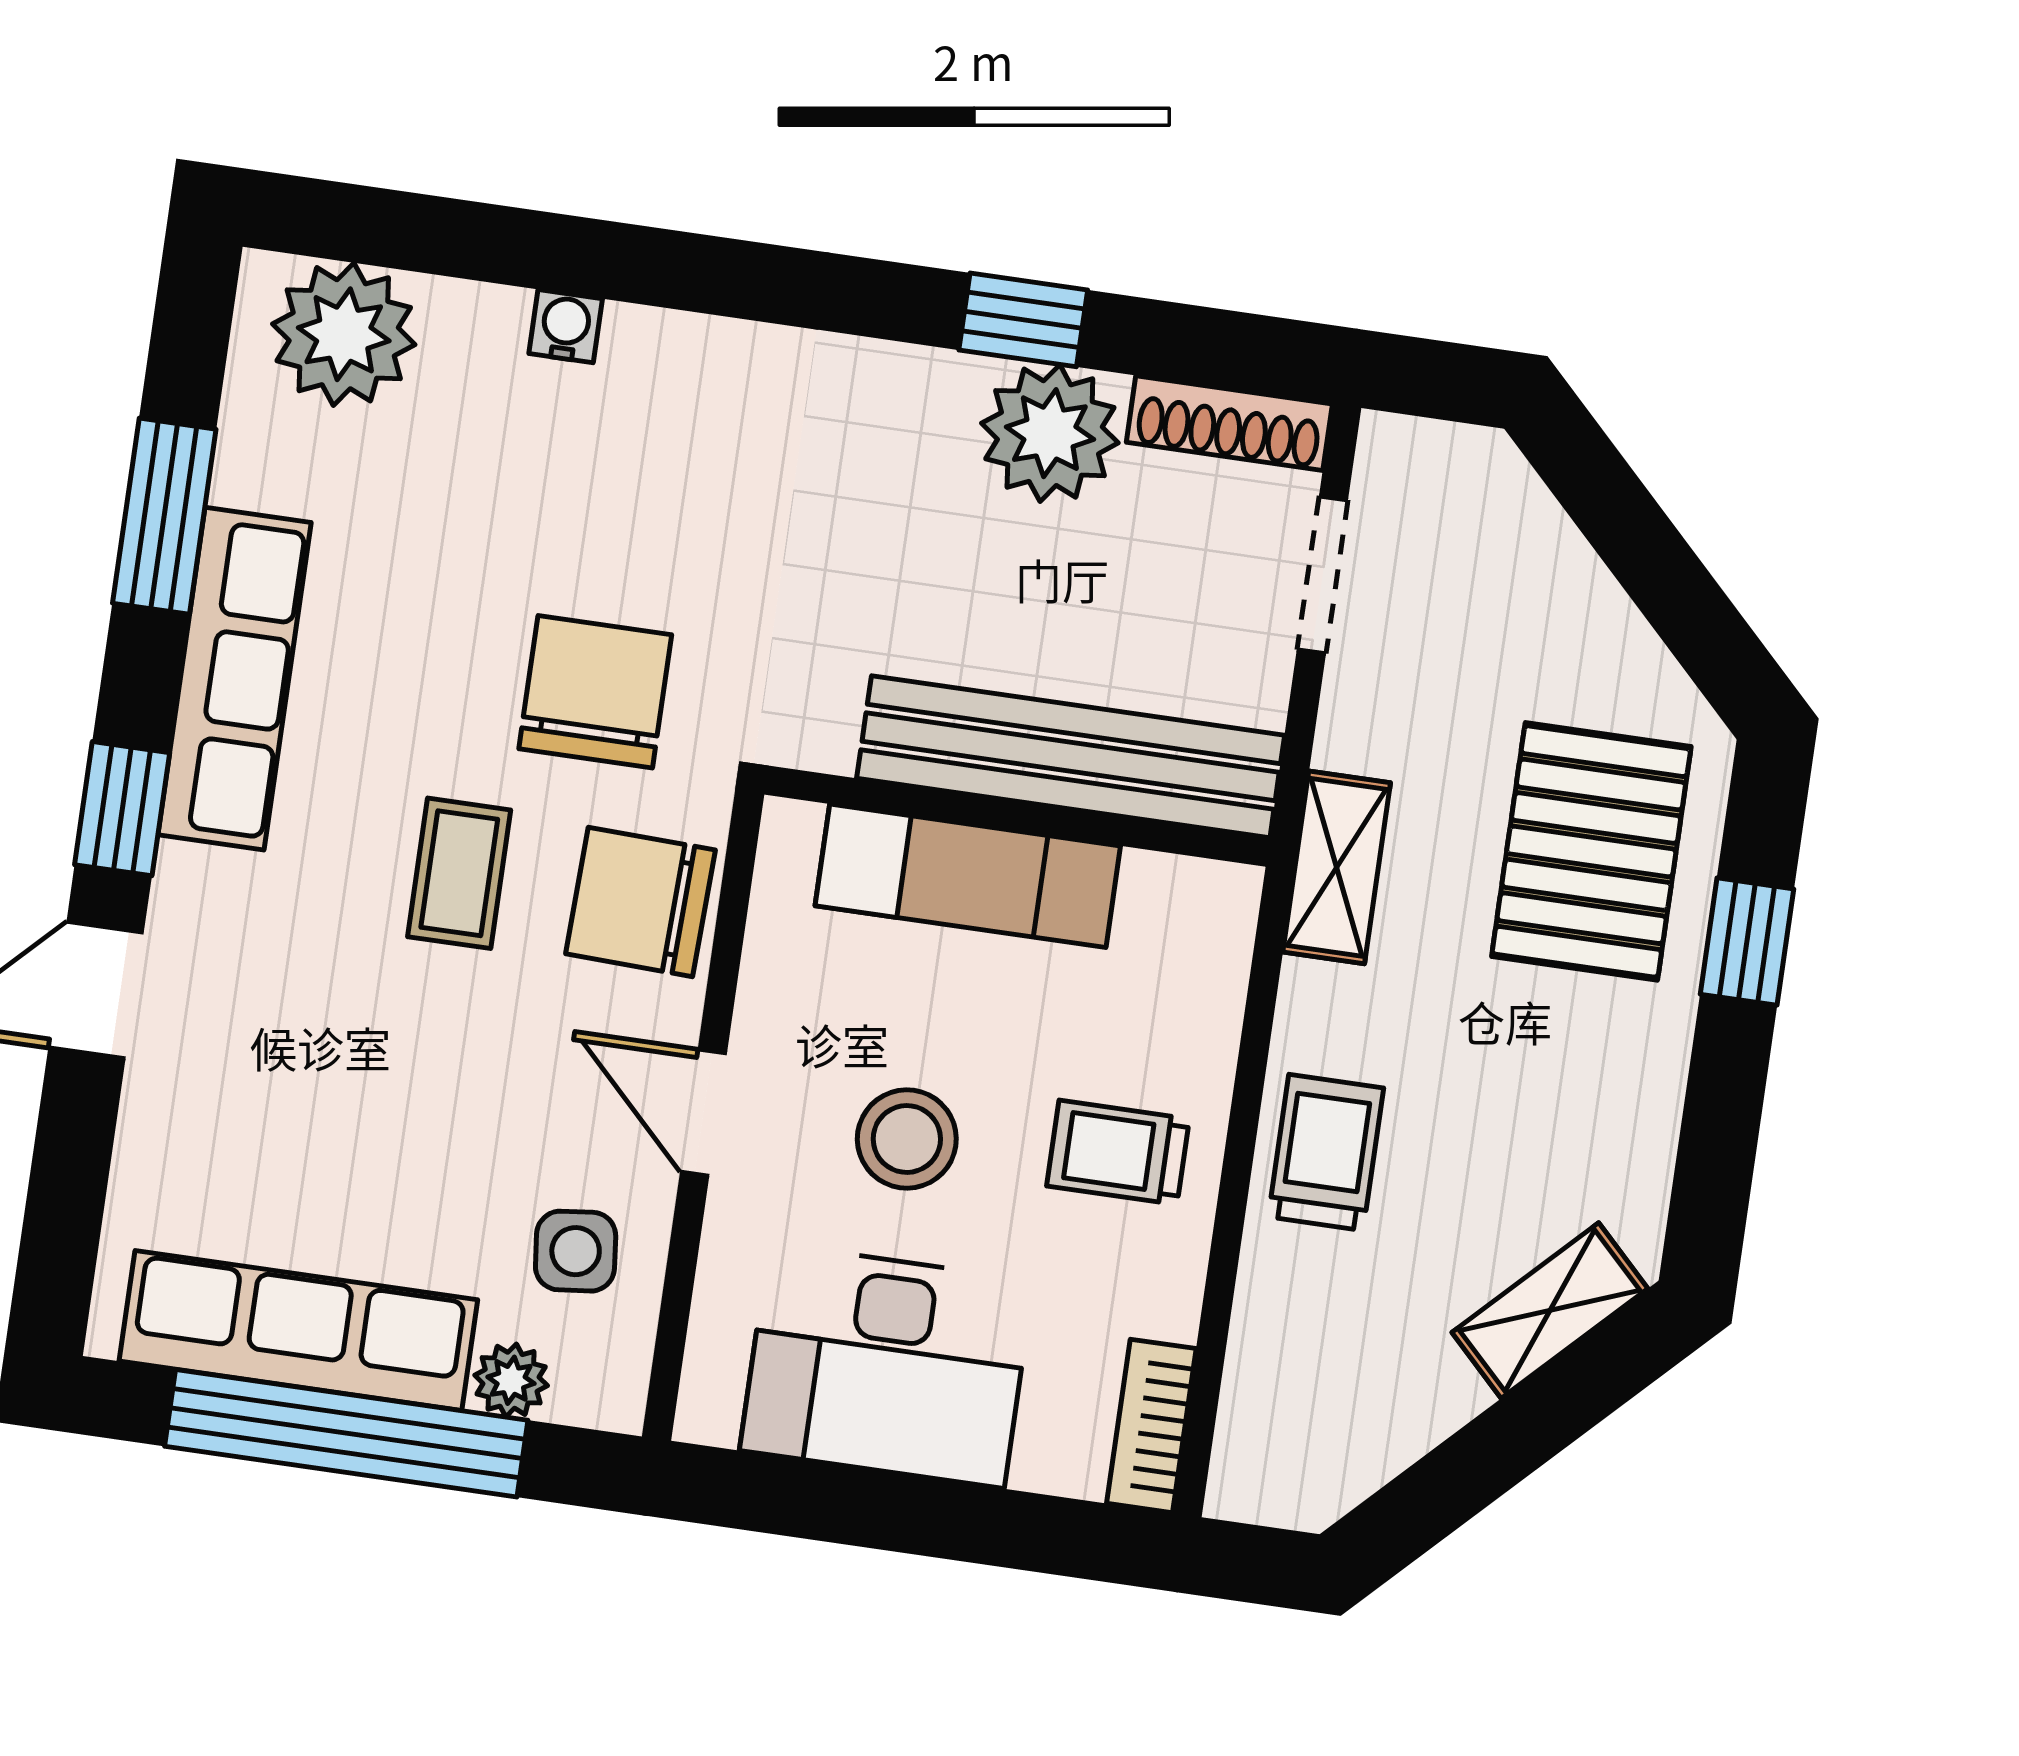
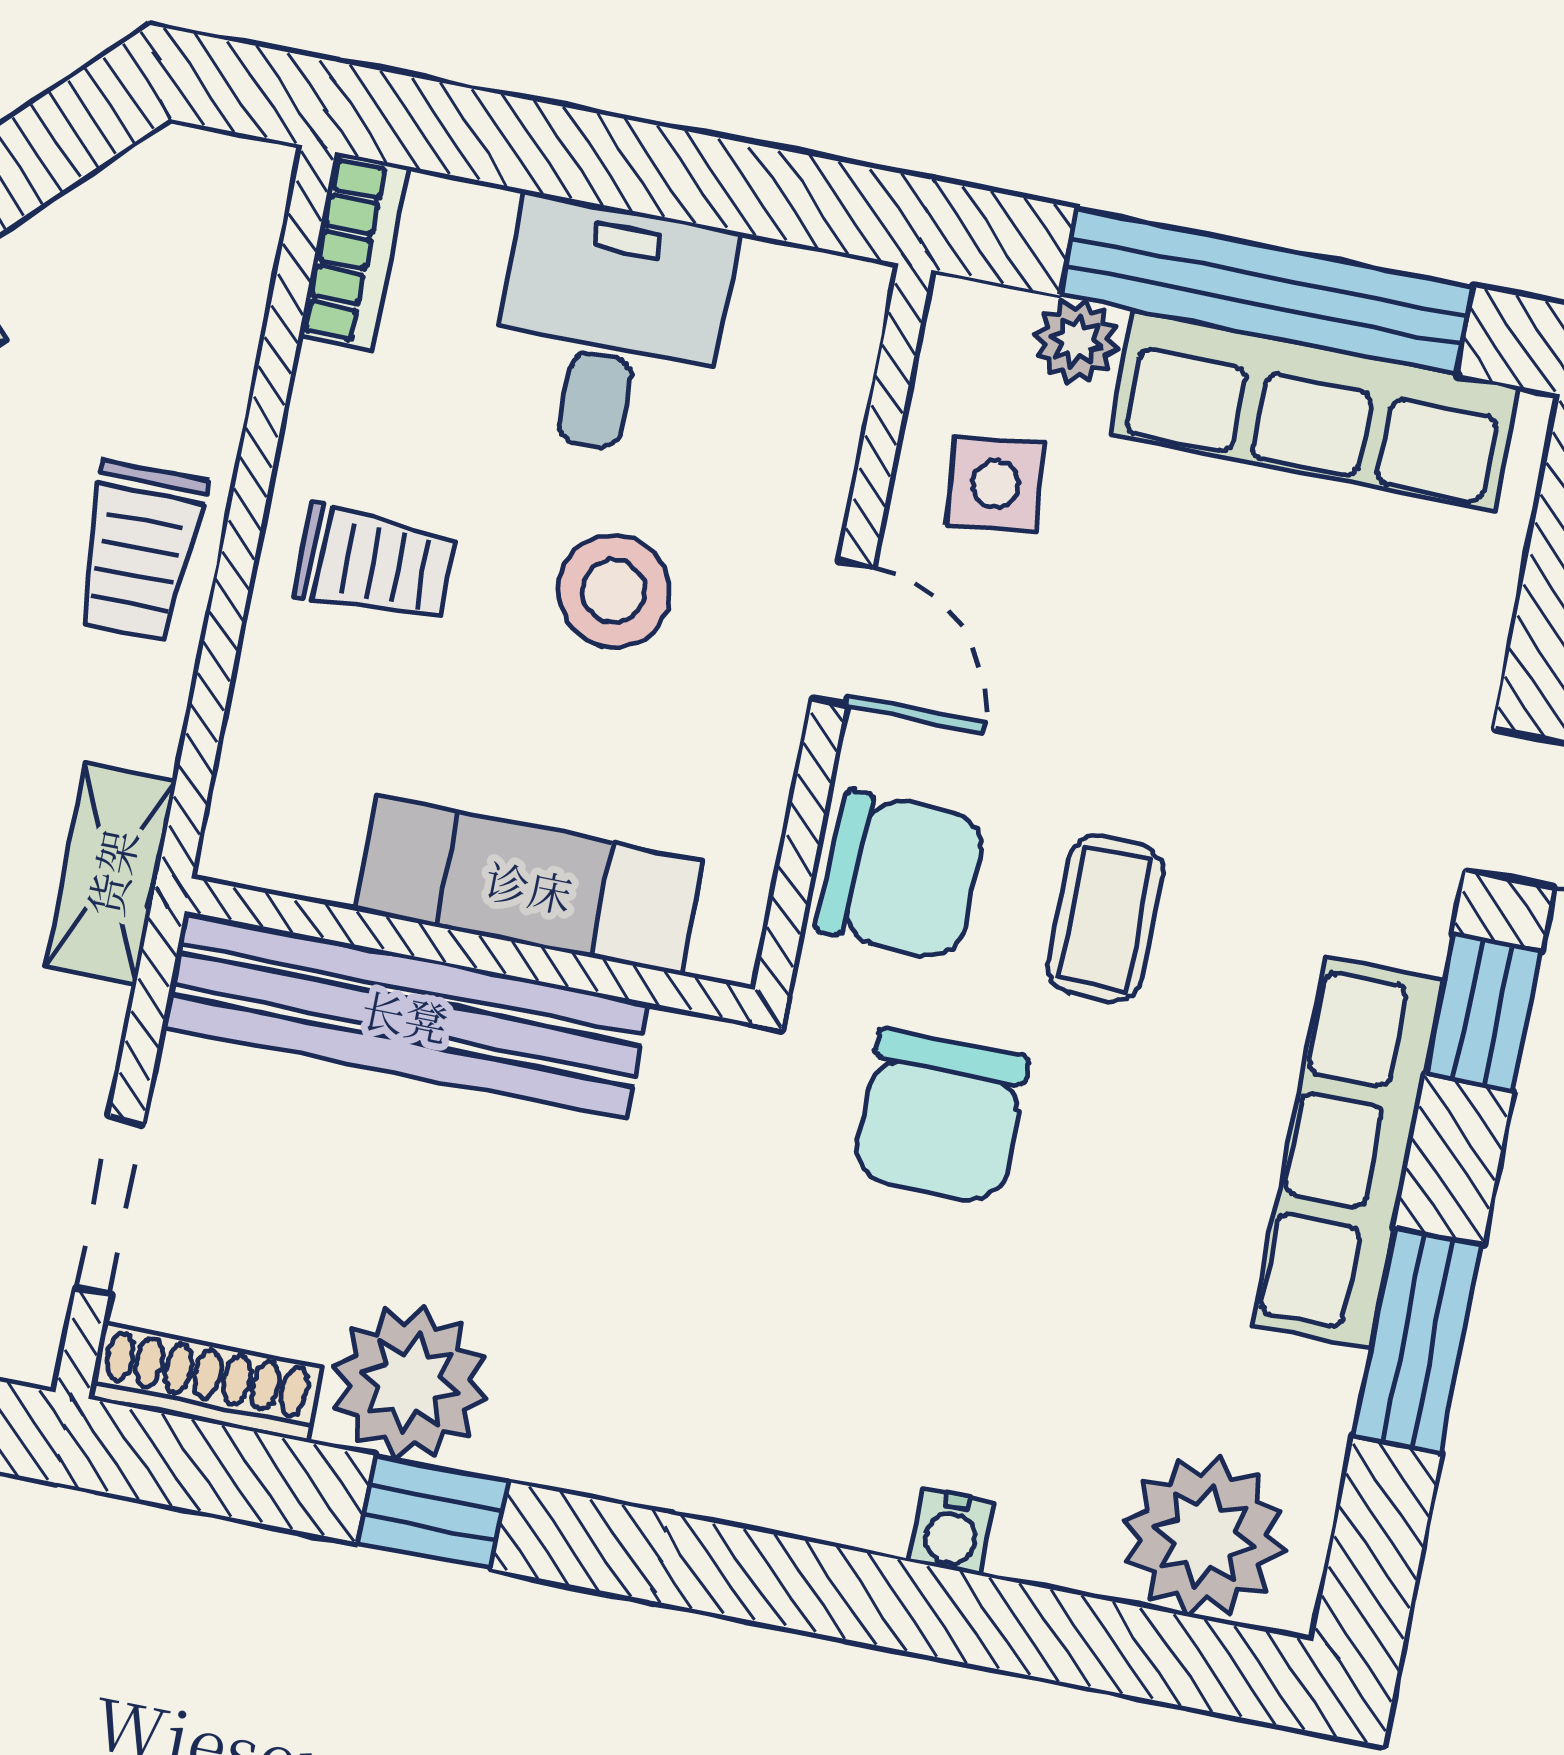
desk: (887, 1366) -> (610, 328), width x0.73

